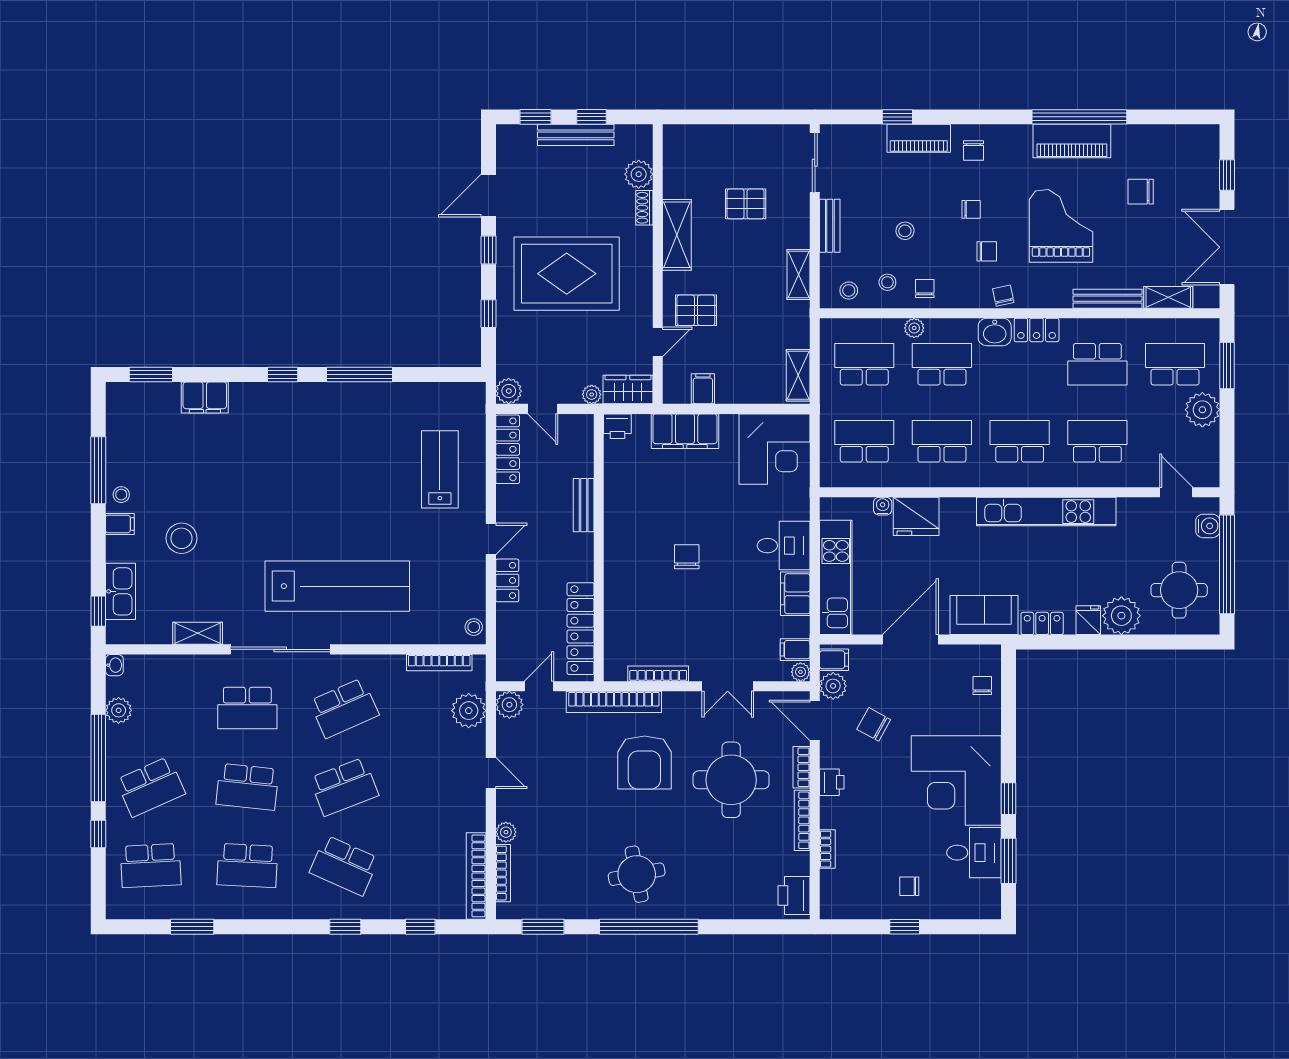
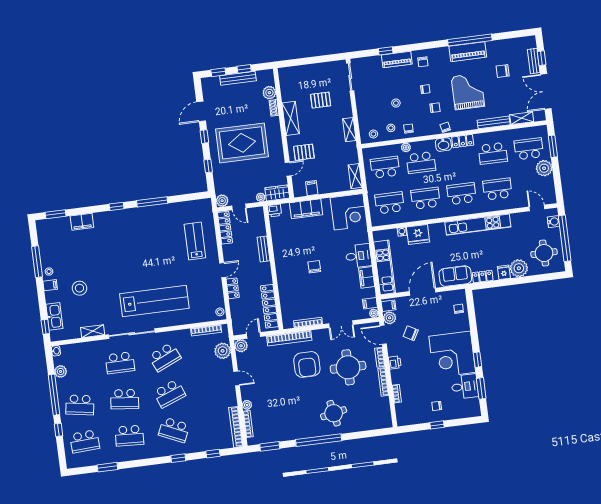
bench: (830, 226) -> (534, 61), moved
school desk: (942, 364) -> (421, 163), turned 180
school desk: (151, 787) -> (80, 405), turned 33
round table: (637, 874) -> (334, 413), moved
printer: (794, 895) -> (384, 417), removed

